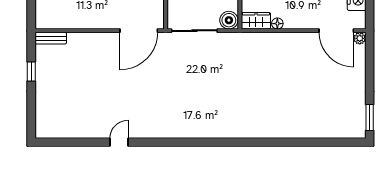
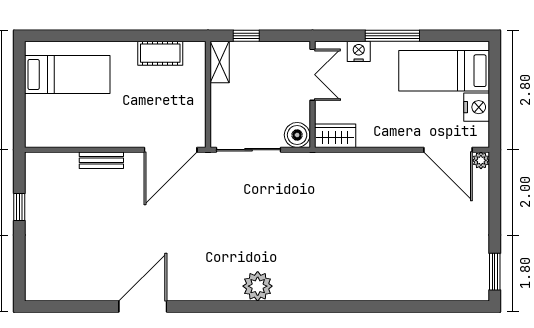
floor lamp: (277, 24) -> (365, 140), removed
bench: (51, 38) -> (101, 160), moved
plant: (201, 128) -> (258, 286), added
door: (119, 142) -> (143, 306), width x1.88

